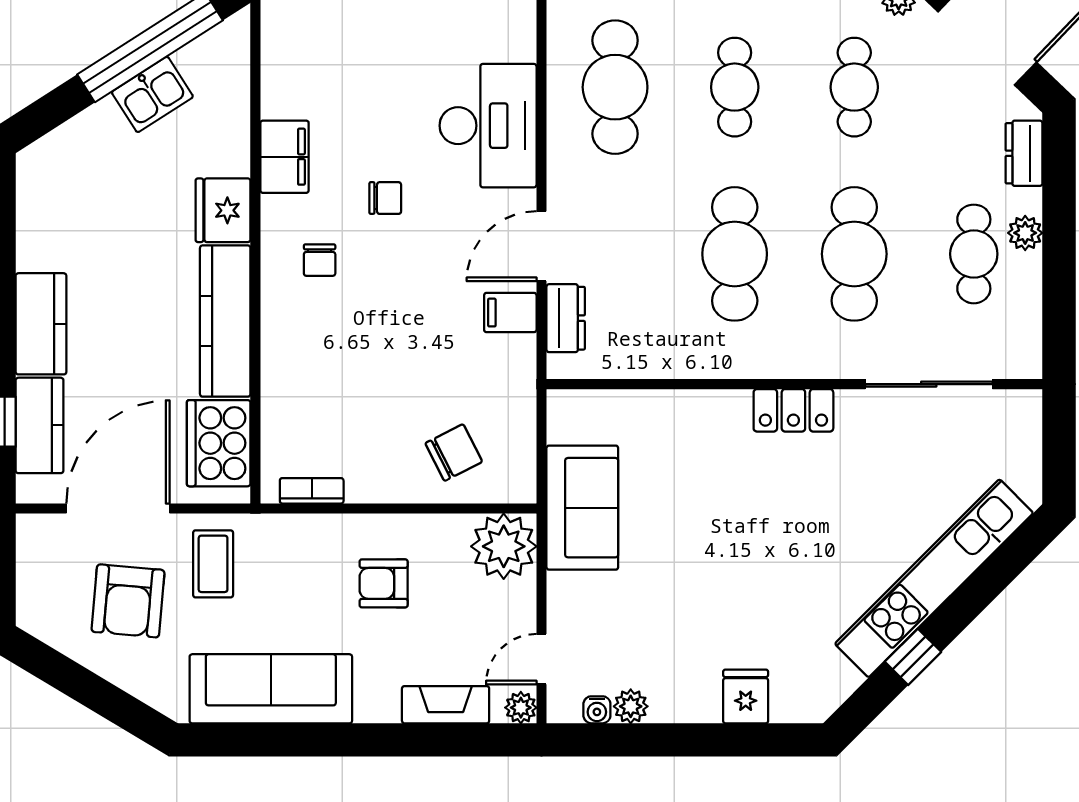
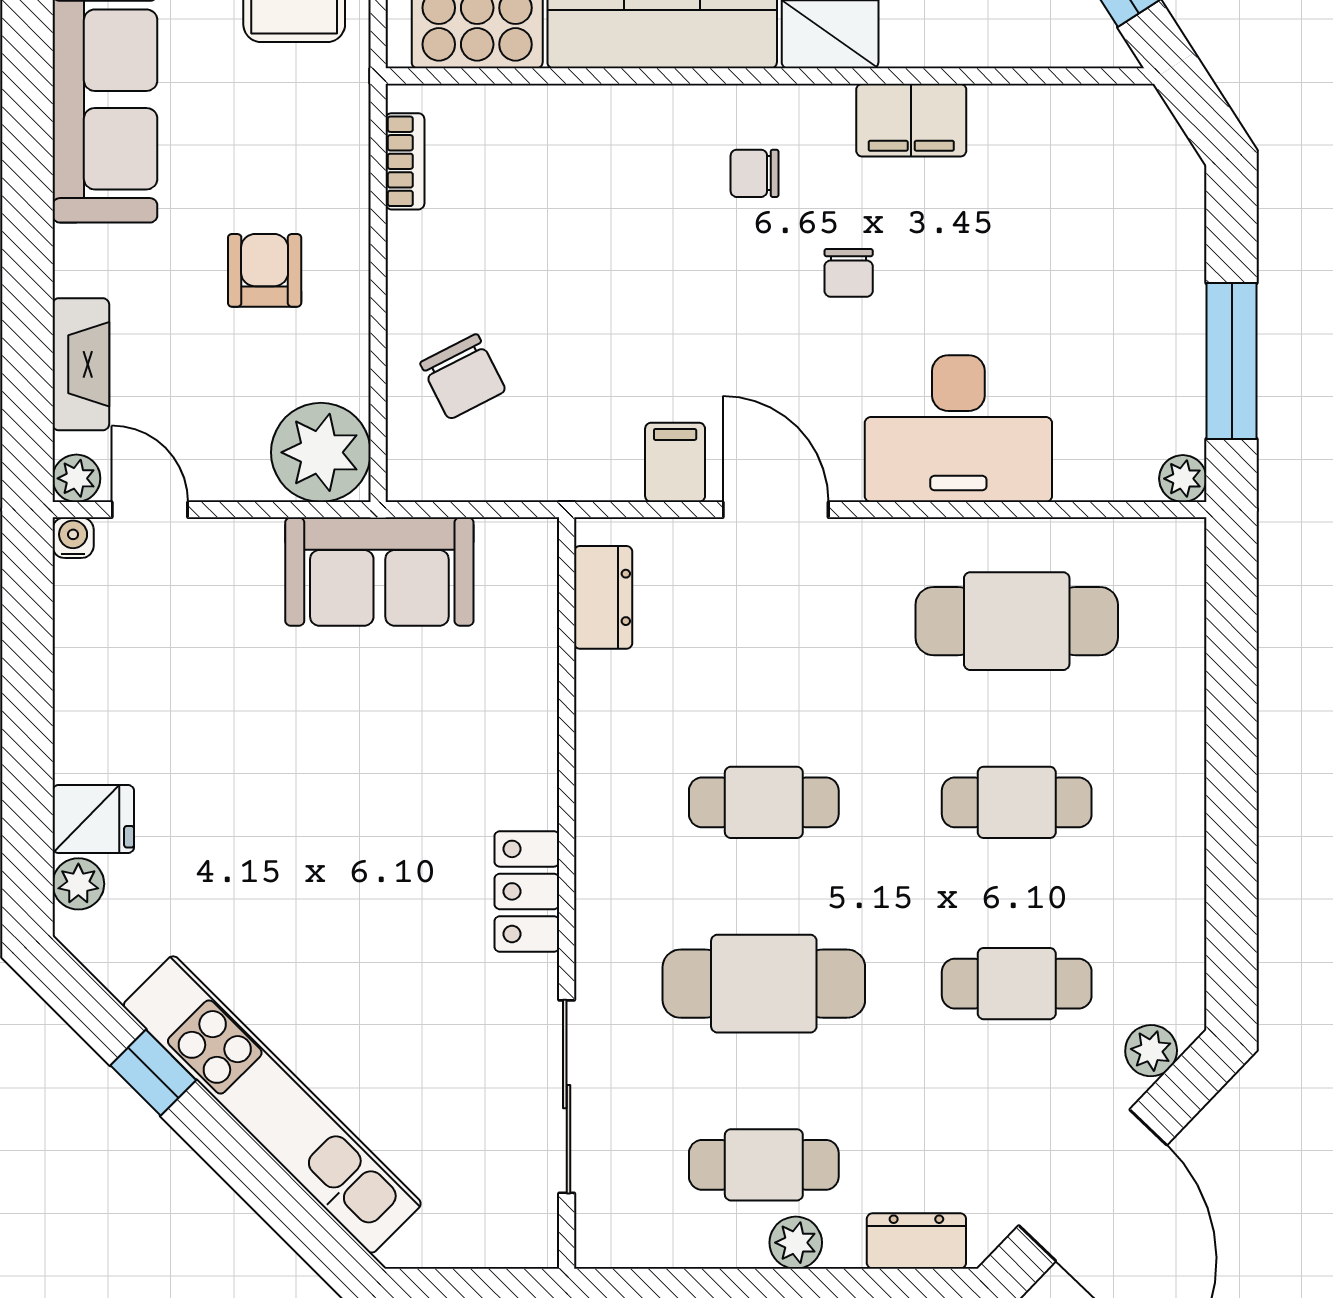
cafe table: (735, 254) -> (764, 802), width x0.73, depth x0.74
dresser: (566, 318) -> (603, 597), moved, turned -90
plant: (631, 706) -> (78, 884), moved
water cooler: (597, 710) -> (73, 538), moved, turned 90

